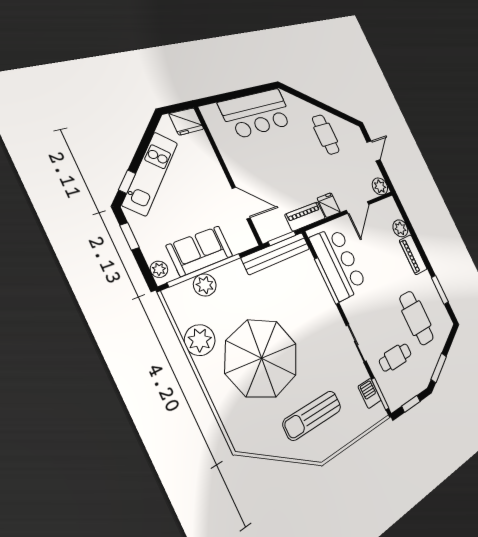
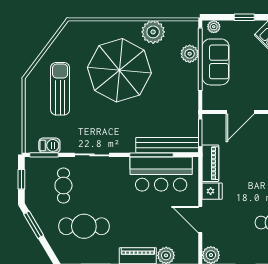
bench: (276, 253) -> (167, 145), moved, turned 90

